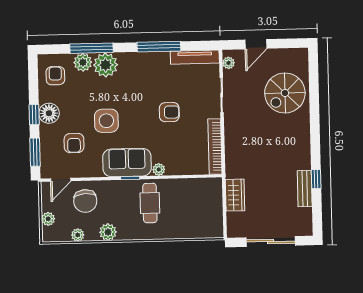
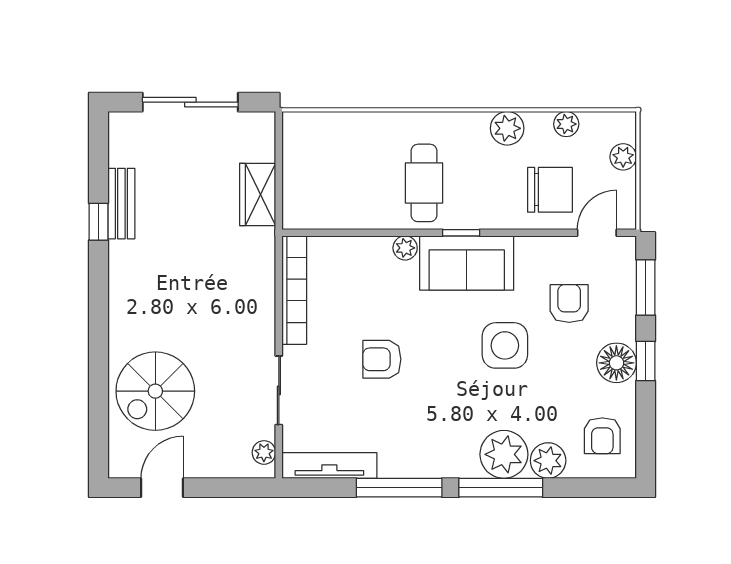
door: (256, 44) -> (162, 488), moved
window: (92, 48) -> (501, 488), moved
spiral stairs: (285, 93) -> (155, 391), turned 180
chair: (85, 201) -> (550, 190), turned 94

